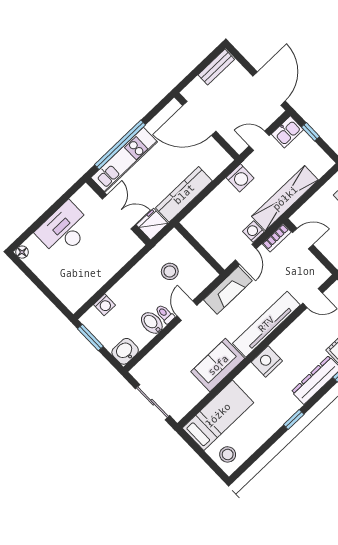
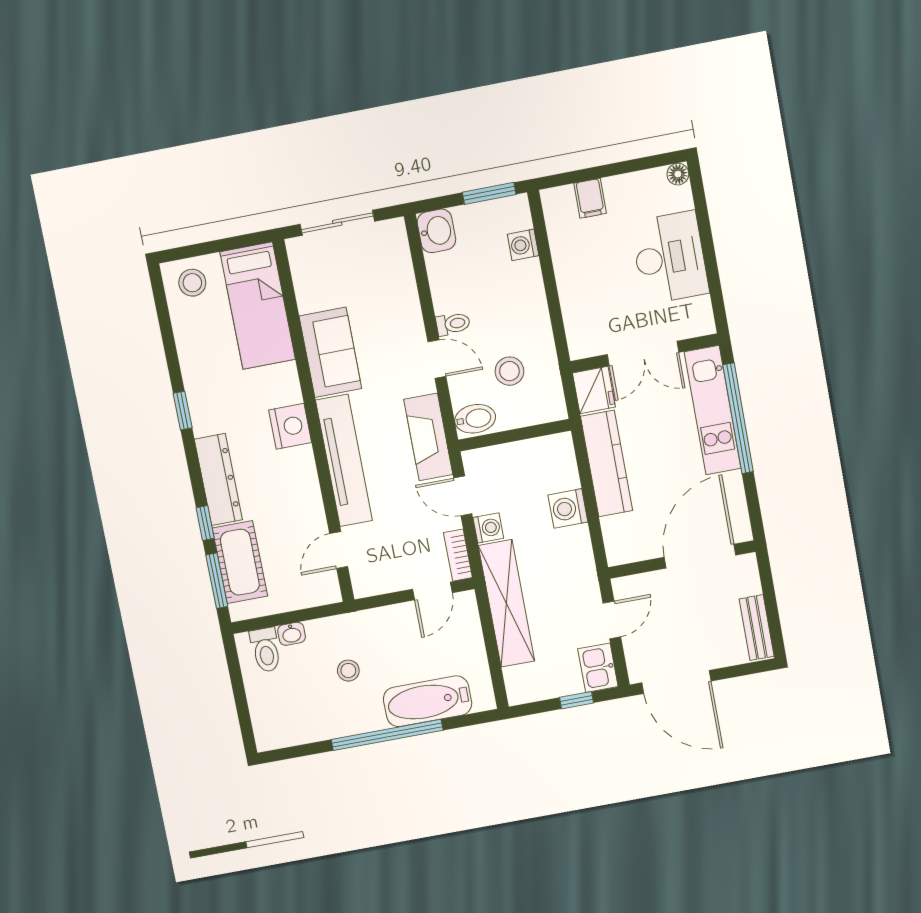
washing machine: (240, 178) -> (568, 508), moved
filing cabinet: (61, 287) -> (590, 198), added
bidet: (152, 323) -> (475, 419), moved

